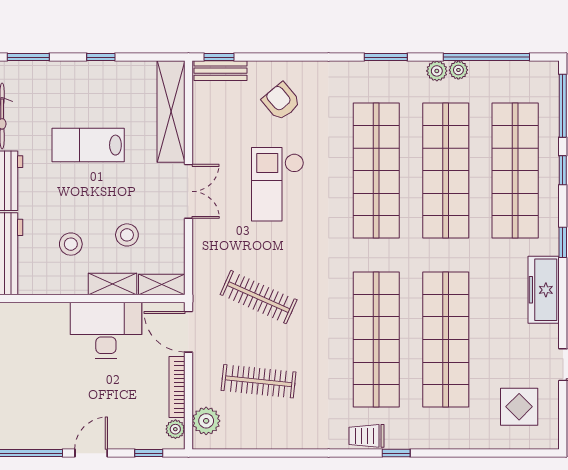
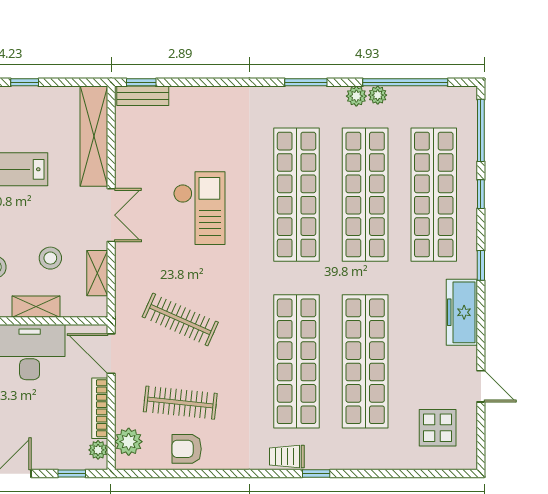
armchair: (281, 101) -> (187, 449), moved, turned -50
checkout: (278, 184) -> (199, 208), turned 180
shelving: (162, 285) -> (97, 273), moved, turned 90

